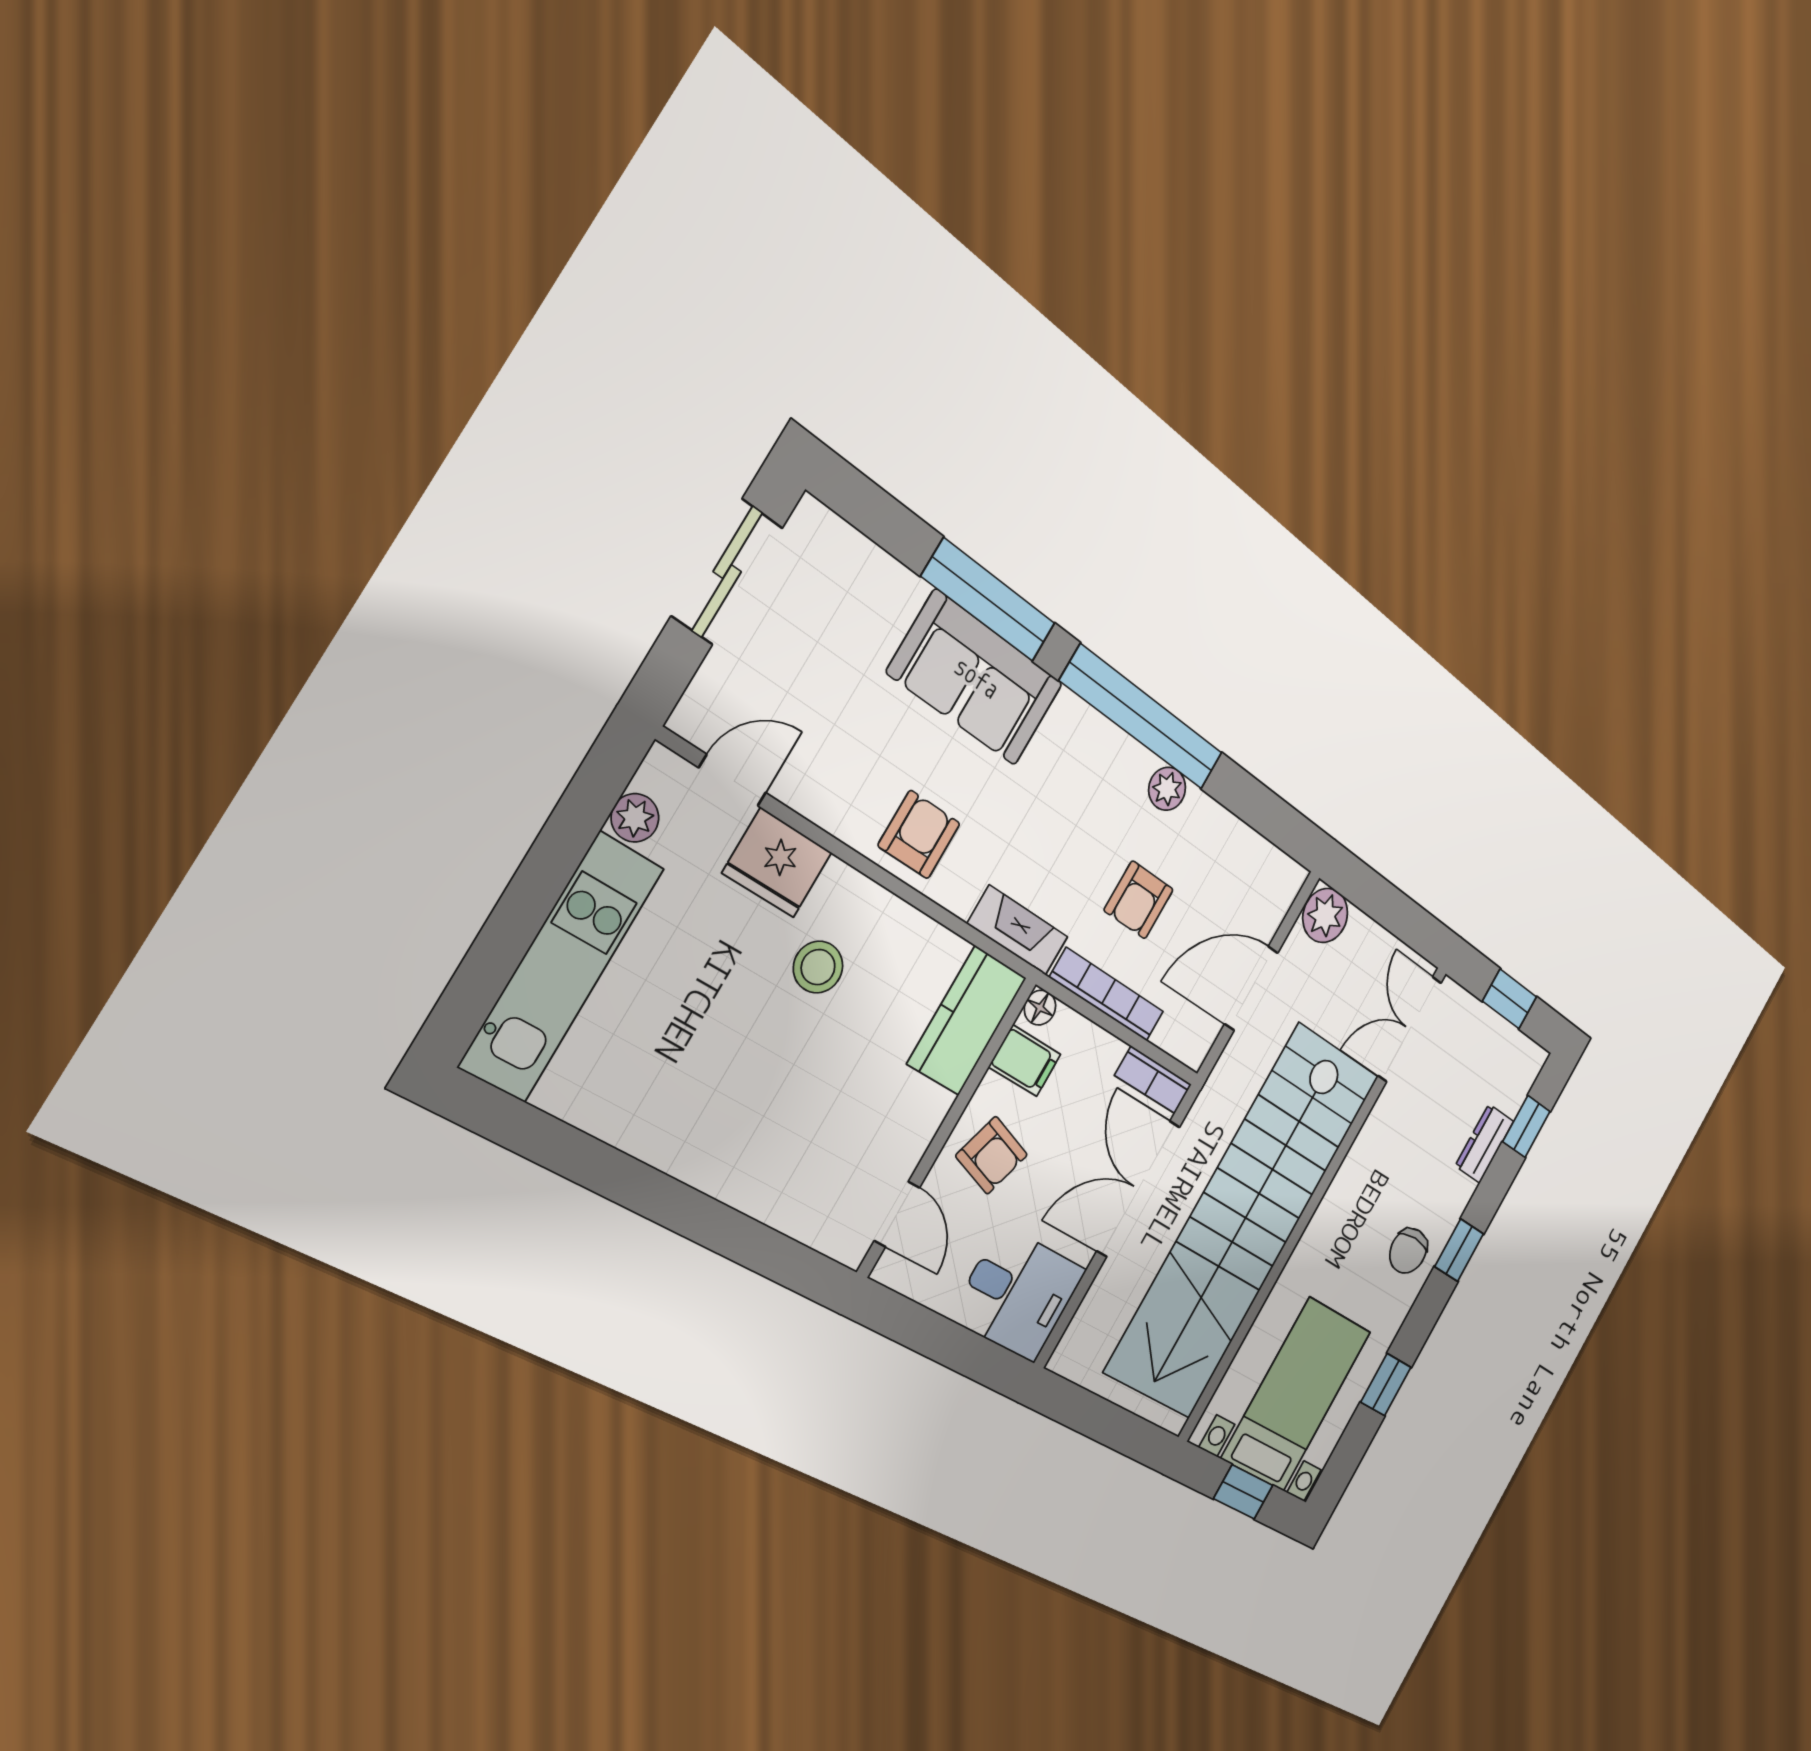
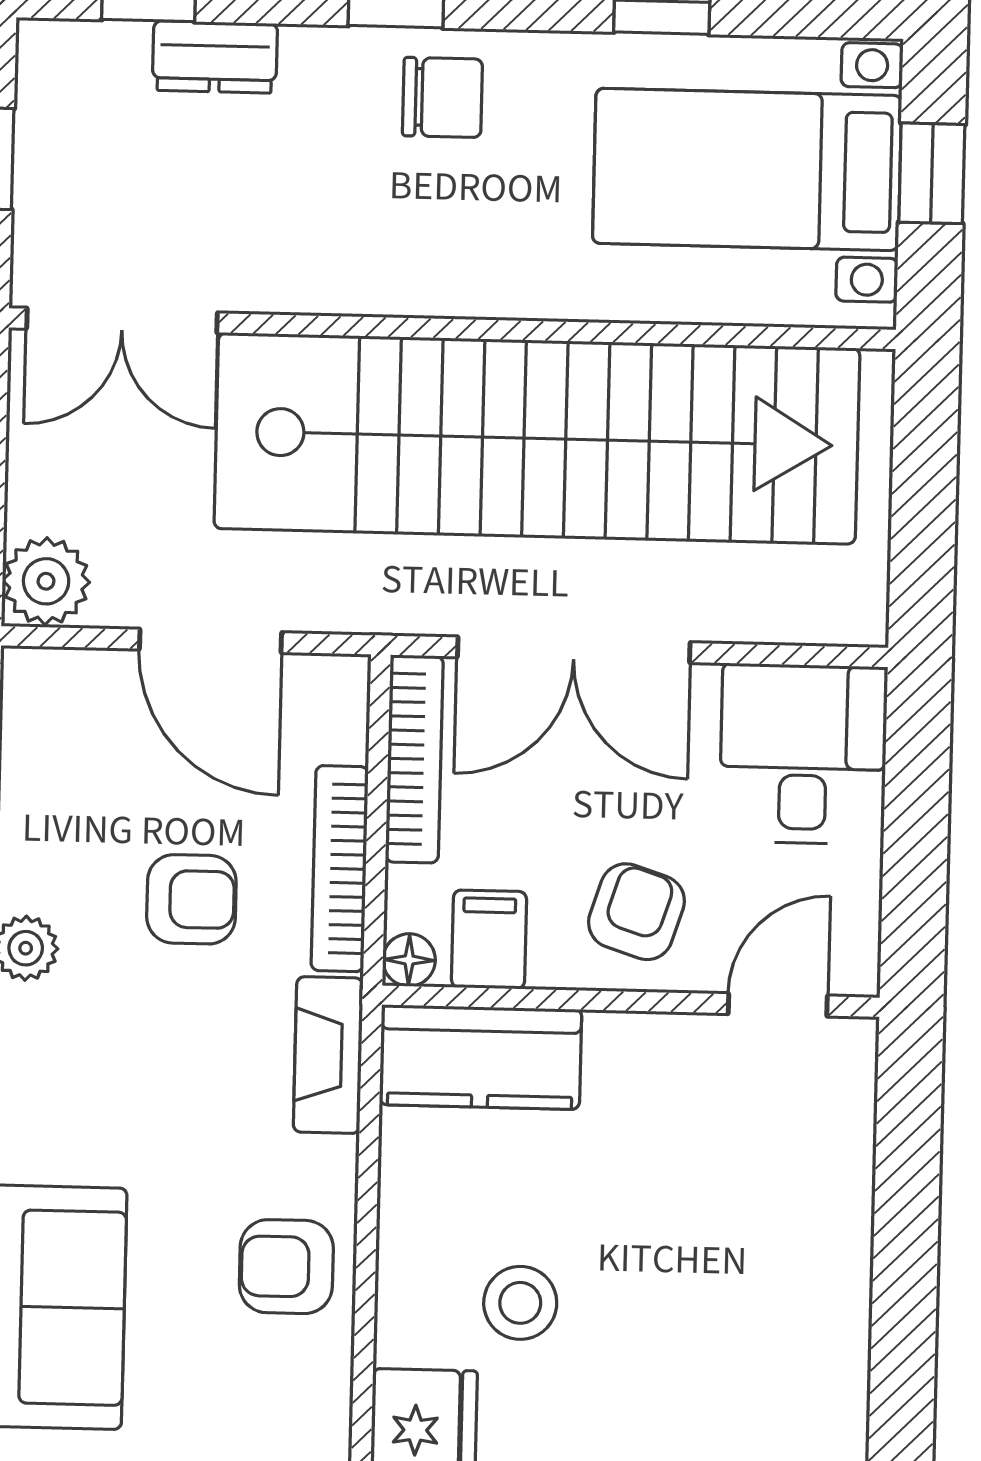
bookcase: (1153, 1080) -> (414, 759), width x1.56

